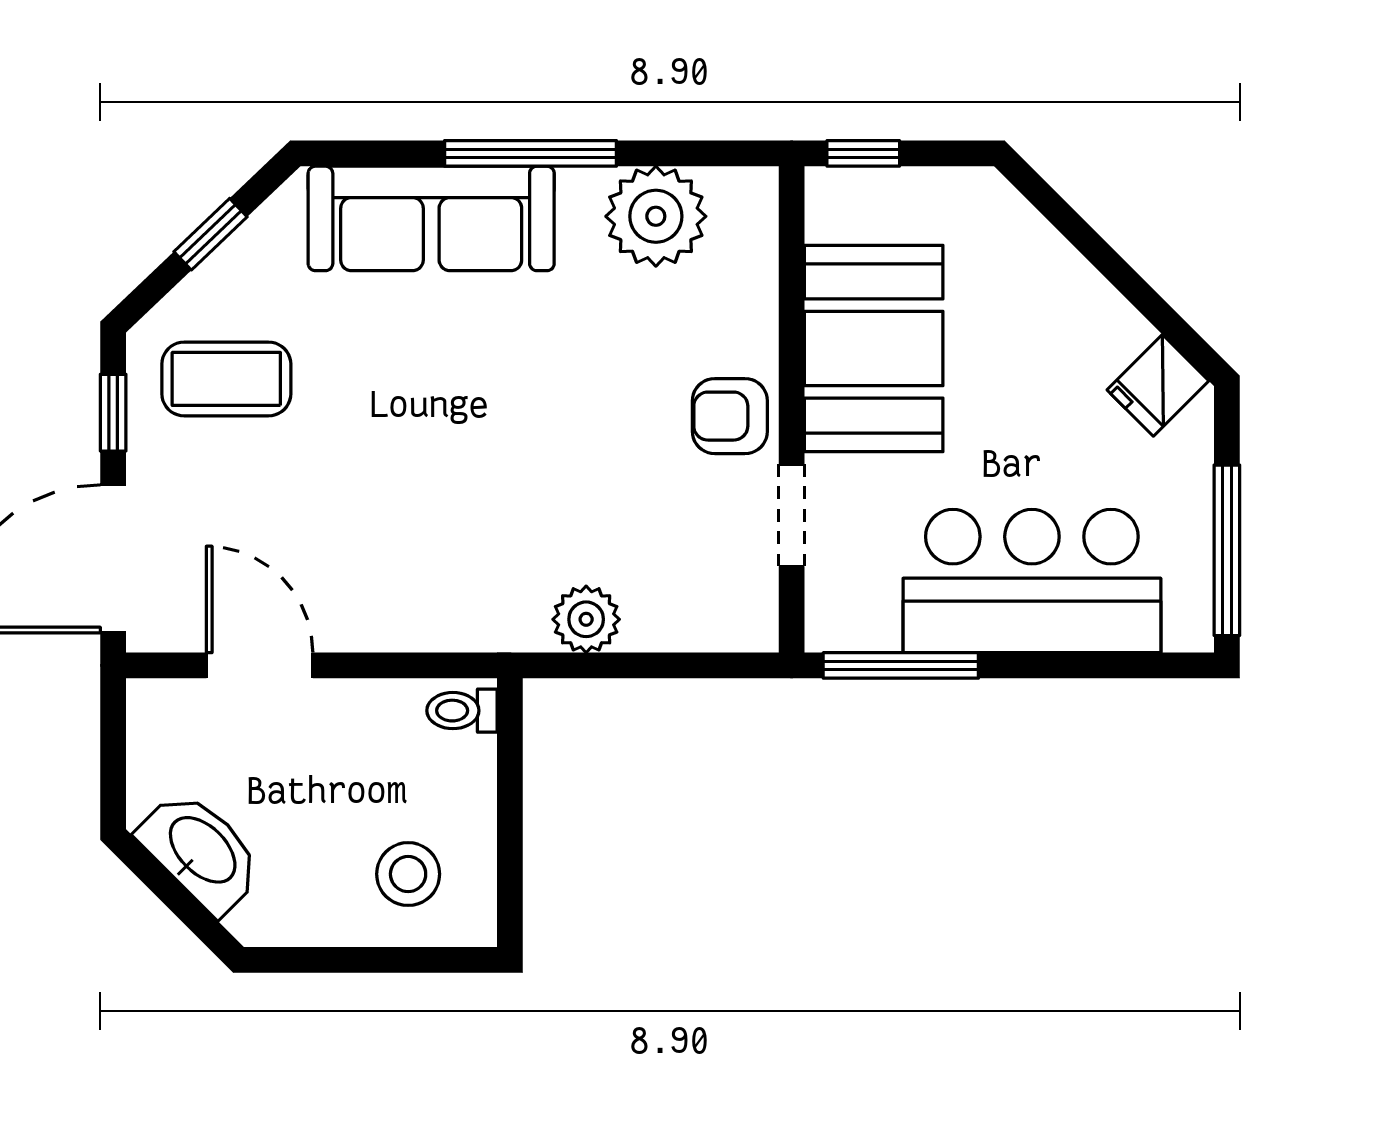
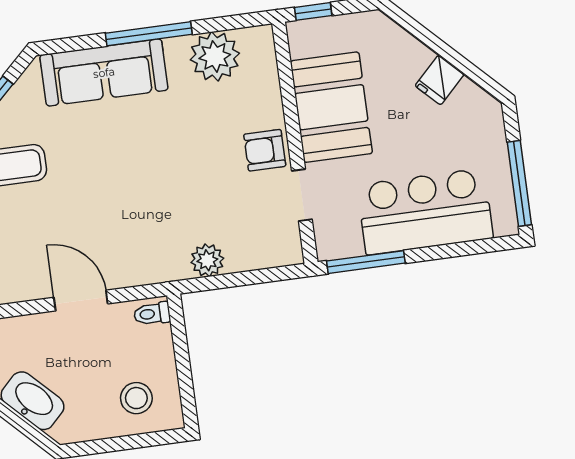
fridge: (1158, 385) -> (440, 80), moved
door: (260, 665) -> (81, 301), moved

